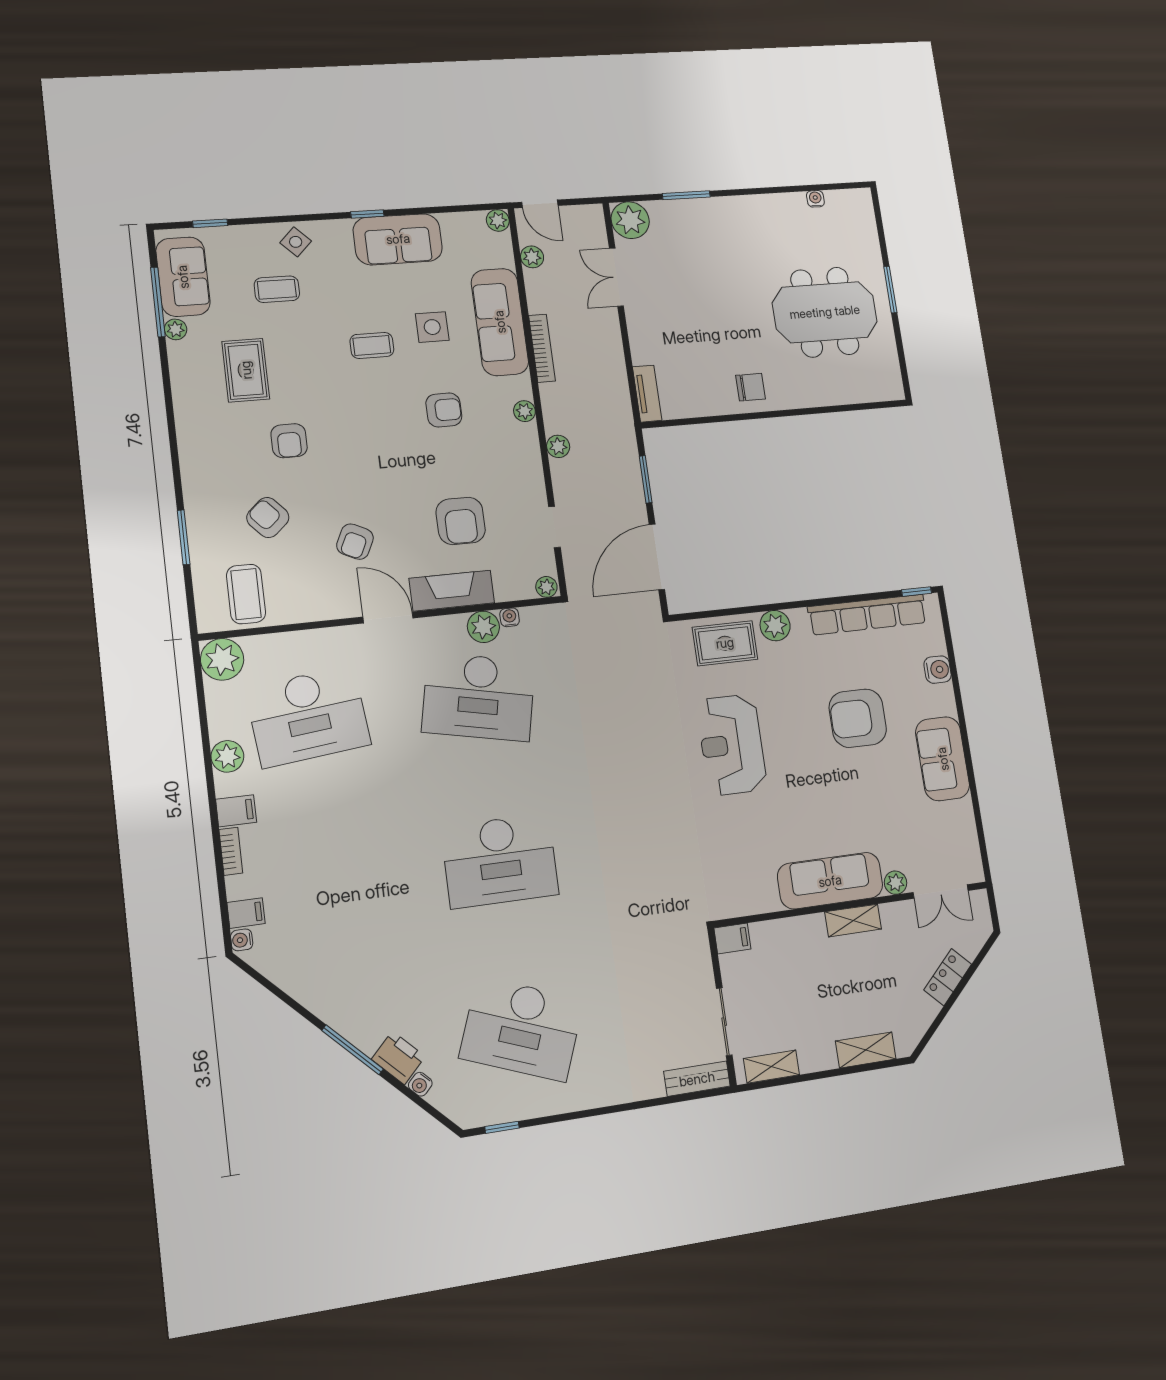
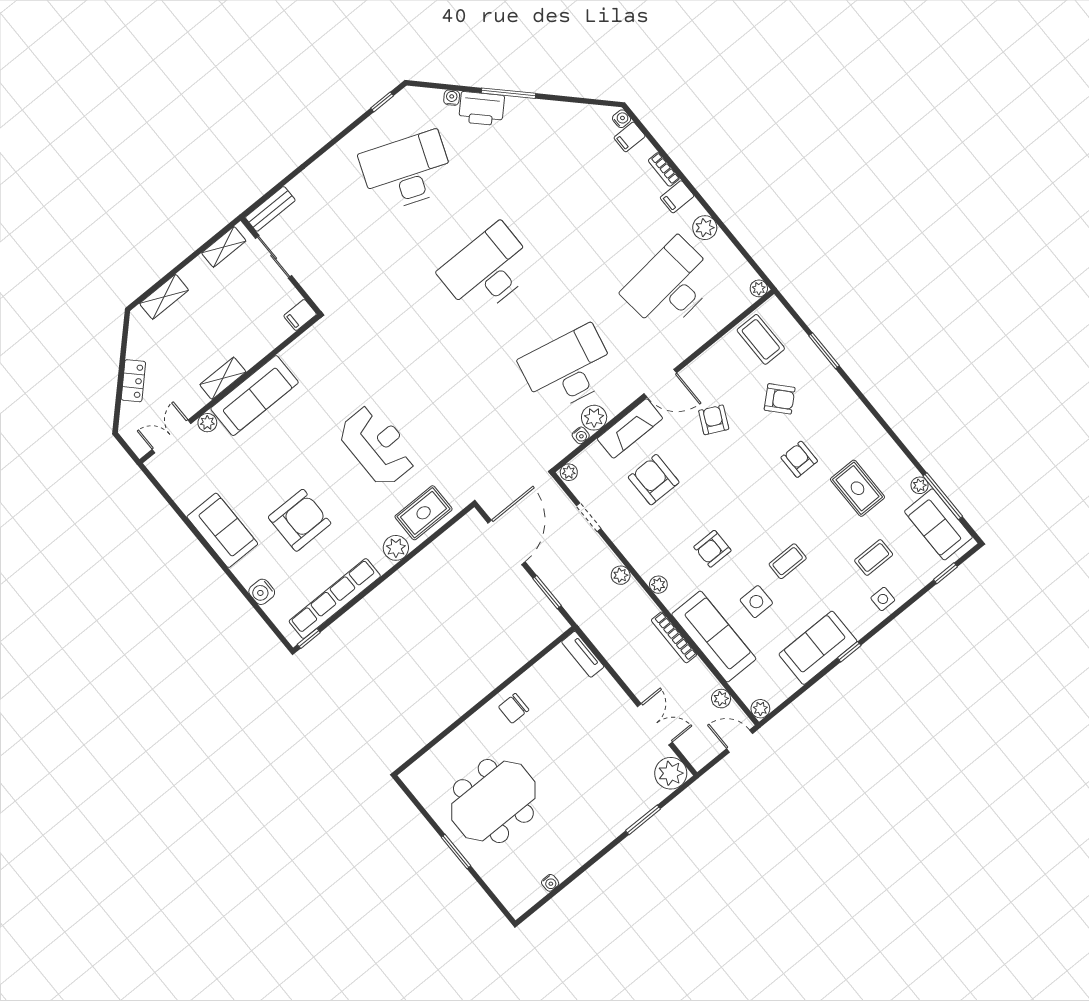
side table: (296, 242) -> (883, 599), turned 45
plant: (222, 659) -> (759, 288), width x0.53, depth x0.53
printer: (398, 1058) -> (482, 109), width x1.37, depth x1.19

